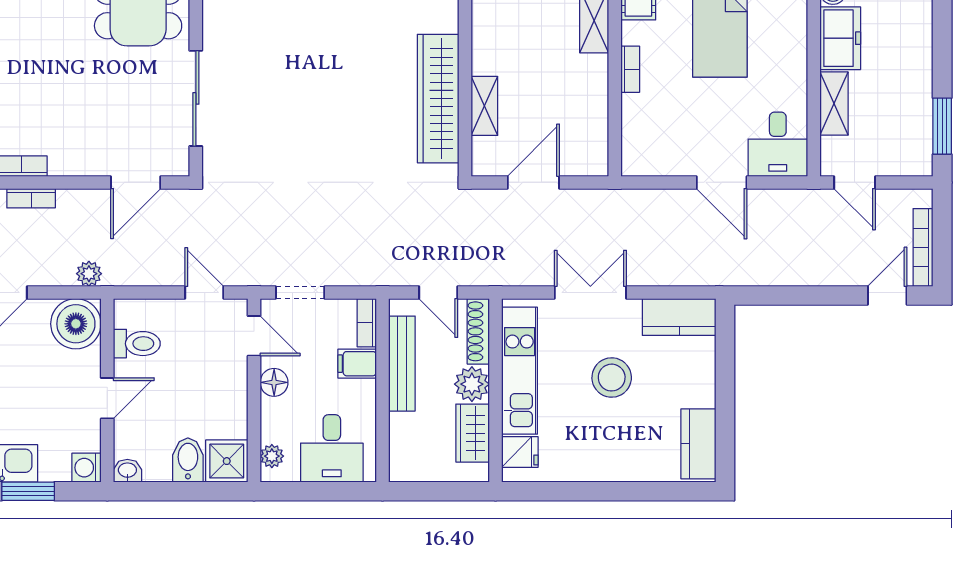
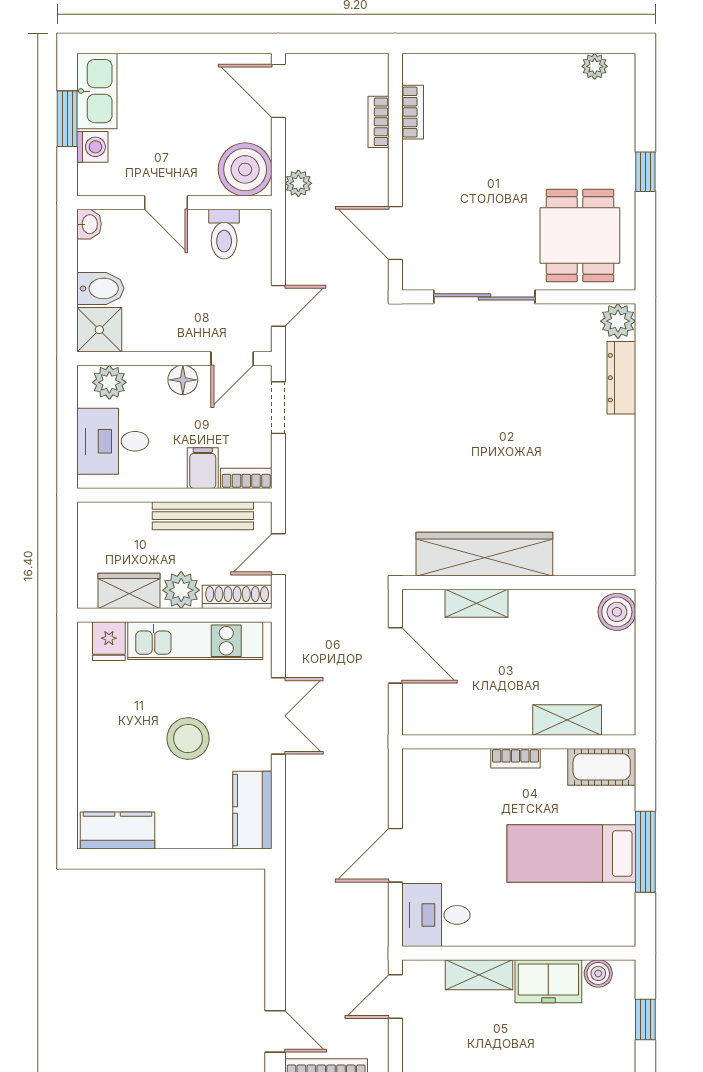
plant: (272, 456) -> (109, 382), width x1.38, depth x1.38
washing machine: (87, 468) -> (92, 147), moved, turned 90

